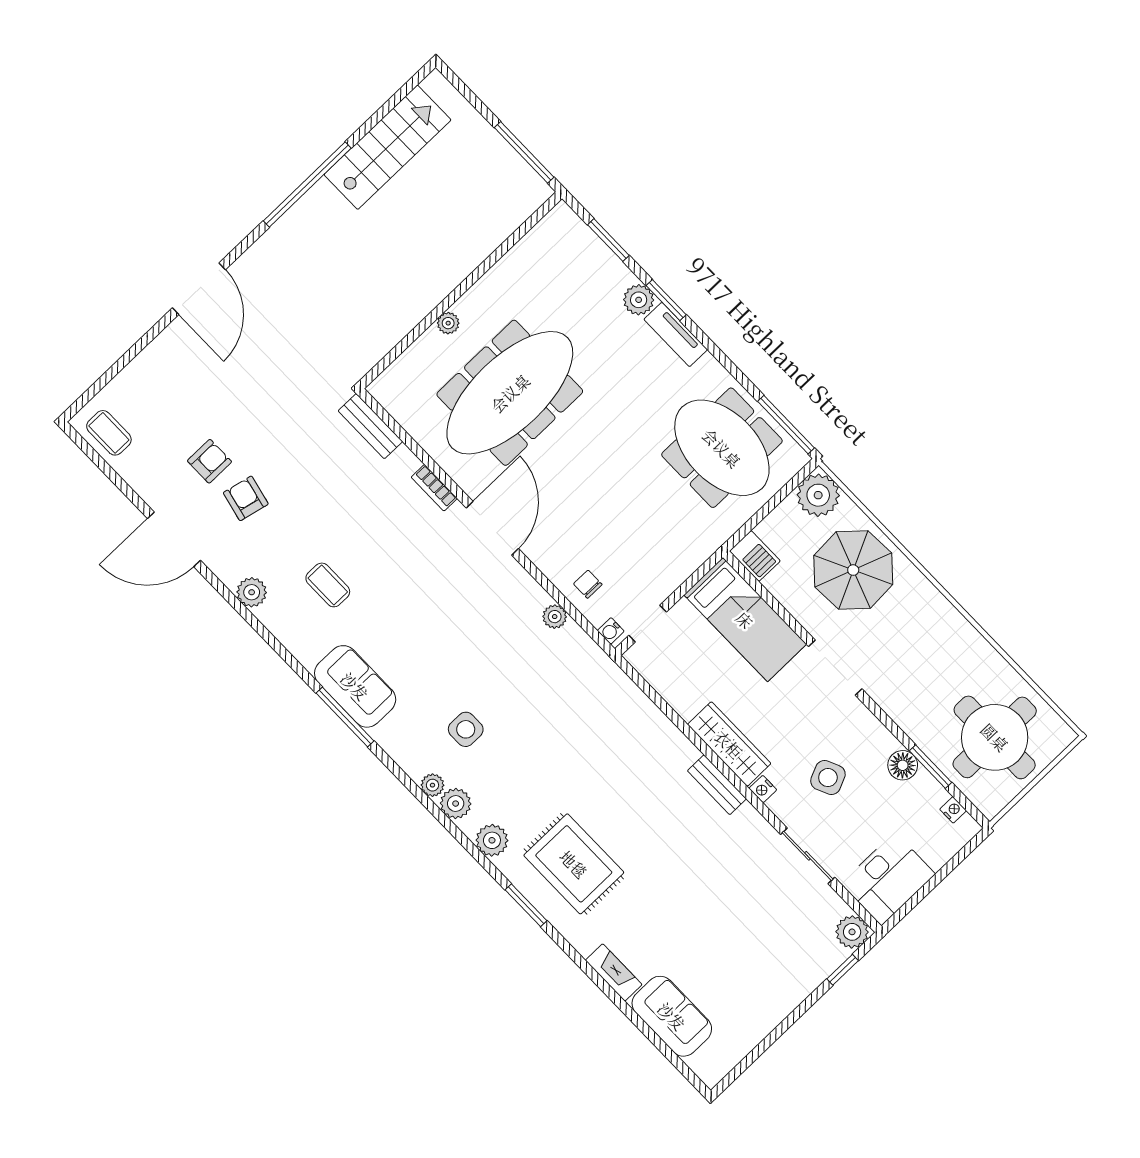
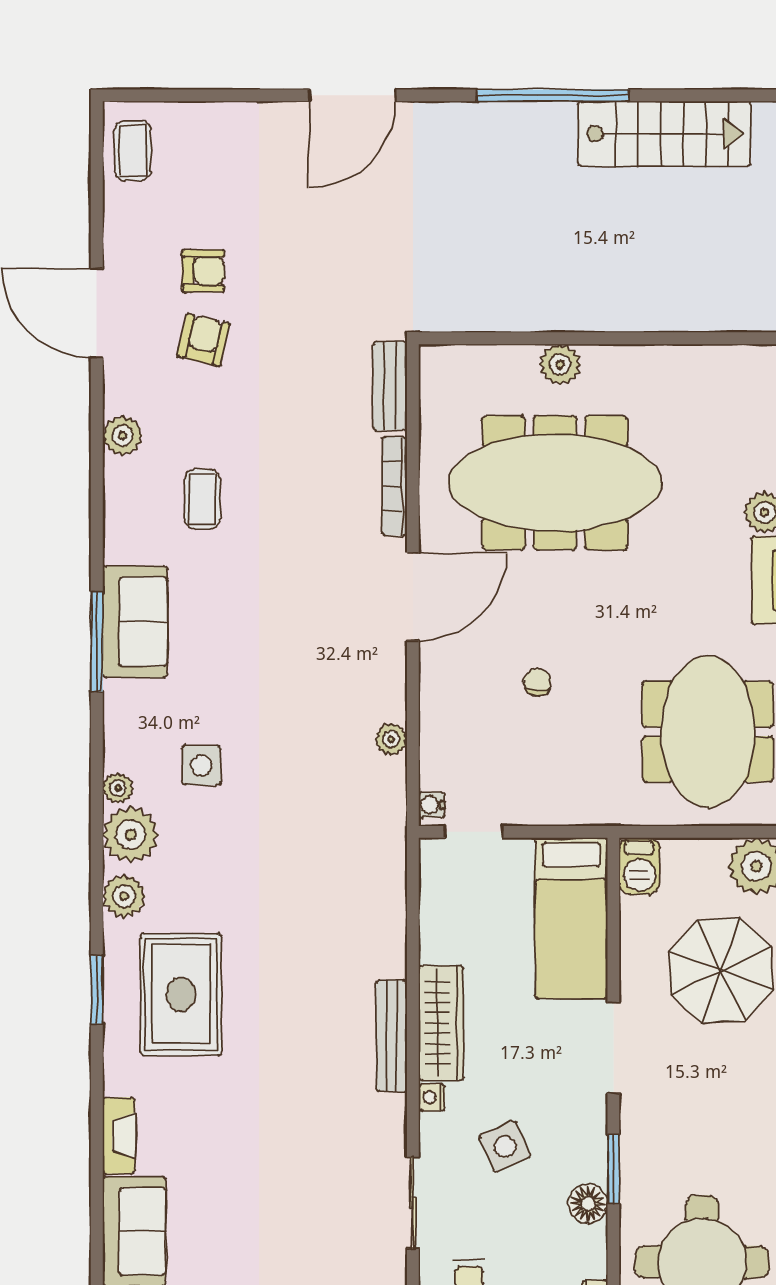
plant: (448, 323) -> (560, 364), width x1.38, depth x1.38
bookcase: (434, 488) -> (394, 486), width x1.56
chair: (588, 584) -> (537, 682), moved
window: (931, 767) -> (613, 1169), moved
bench: (717, 785) -> (391, 1036), width x1.36
plant: (456, 804) -> (131, 835), width x1.36, depth x1.36

